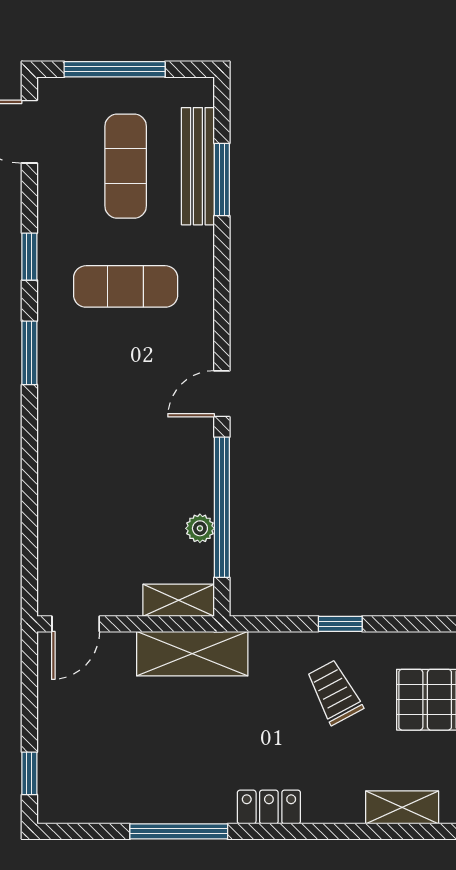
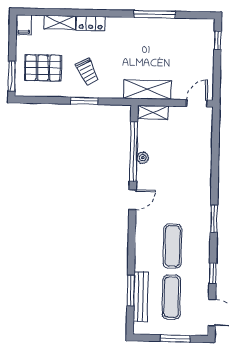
window: (115, 69) -> (175, 338), width x0.69
window: (29, 257) -> (213, 273), moved
exercise mat: (126, 286) -> (172, 246), turned 90
plant: (200, 528) -> (143, 158), moved
window: (340, 624) -> (84, 101), width x1.50
locker: (269, 807) -> (91, 23), moved

